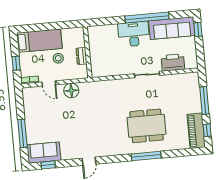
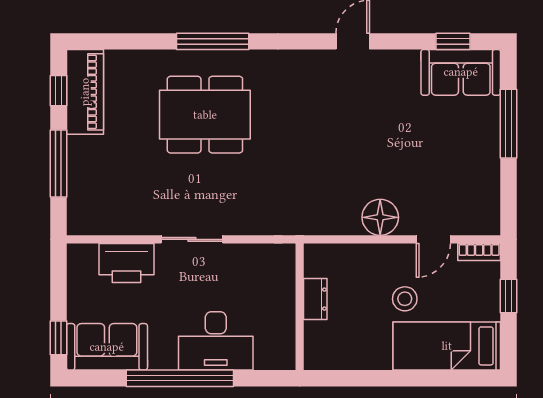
sofa: (172, 28) -> (107, 347), width x0.73
wall: (88, 52) -> (300, 307), moved
dresser: (82, 56) -> (315, 299), moved
door: (49, 83) -> (433, 239), swing flipped

